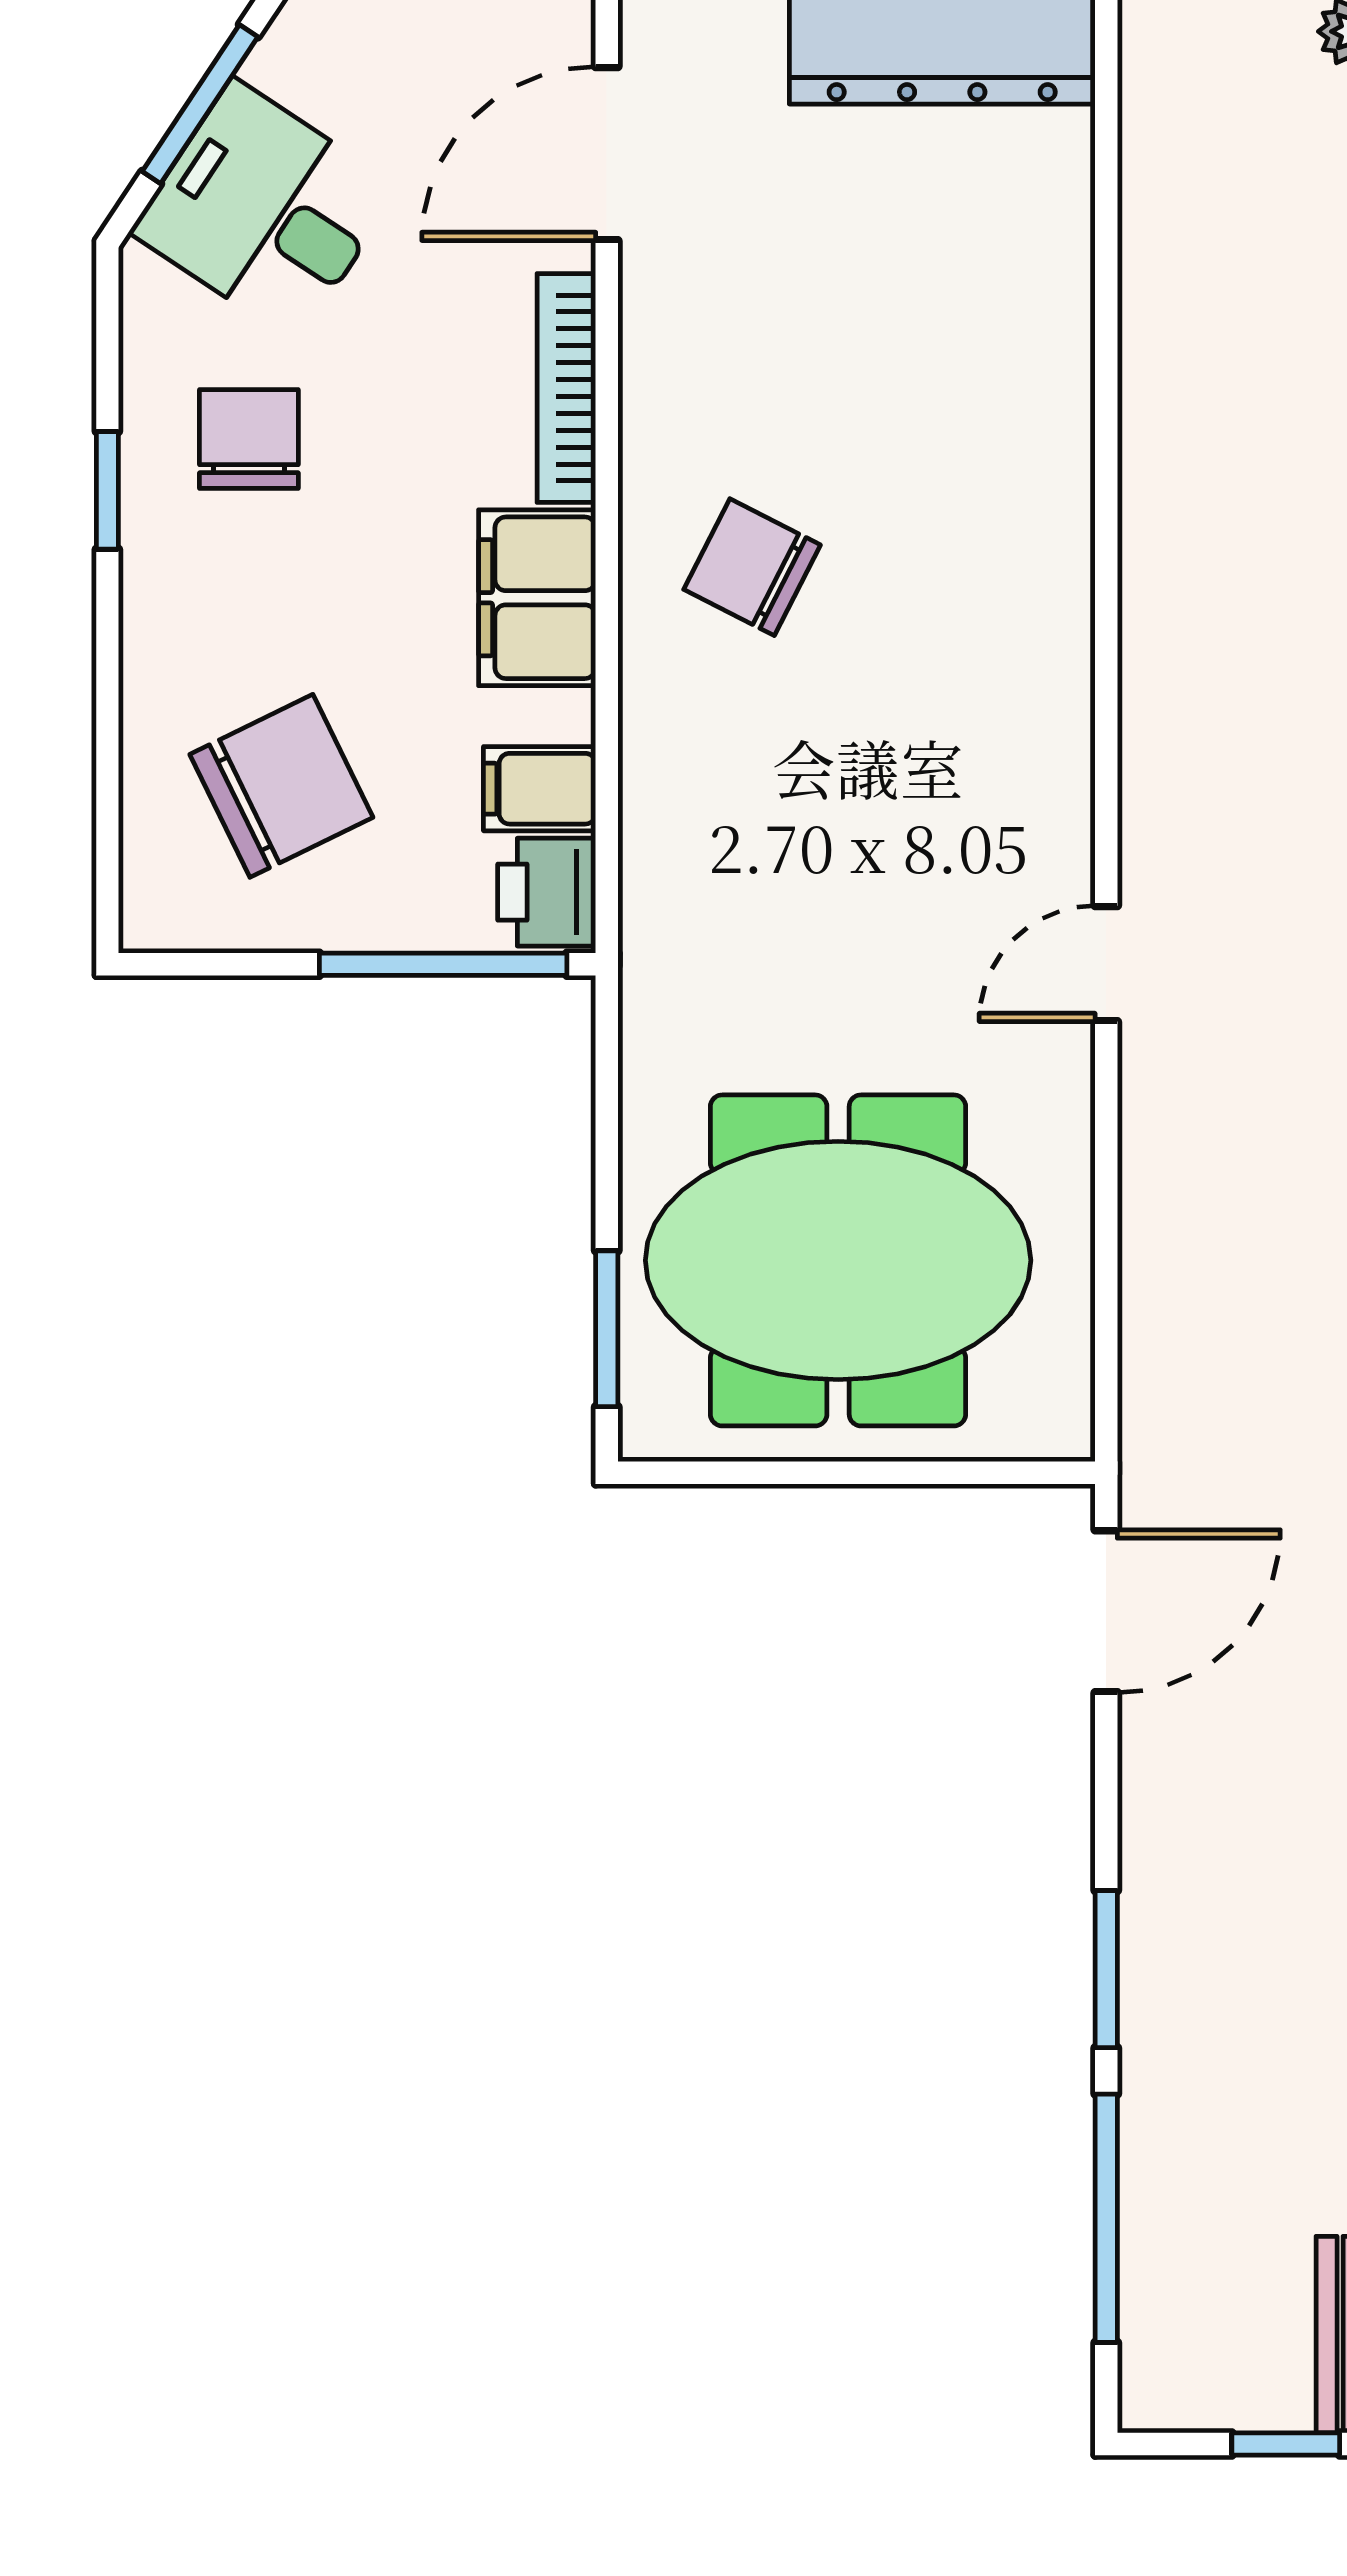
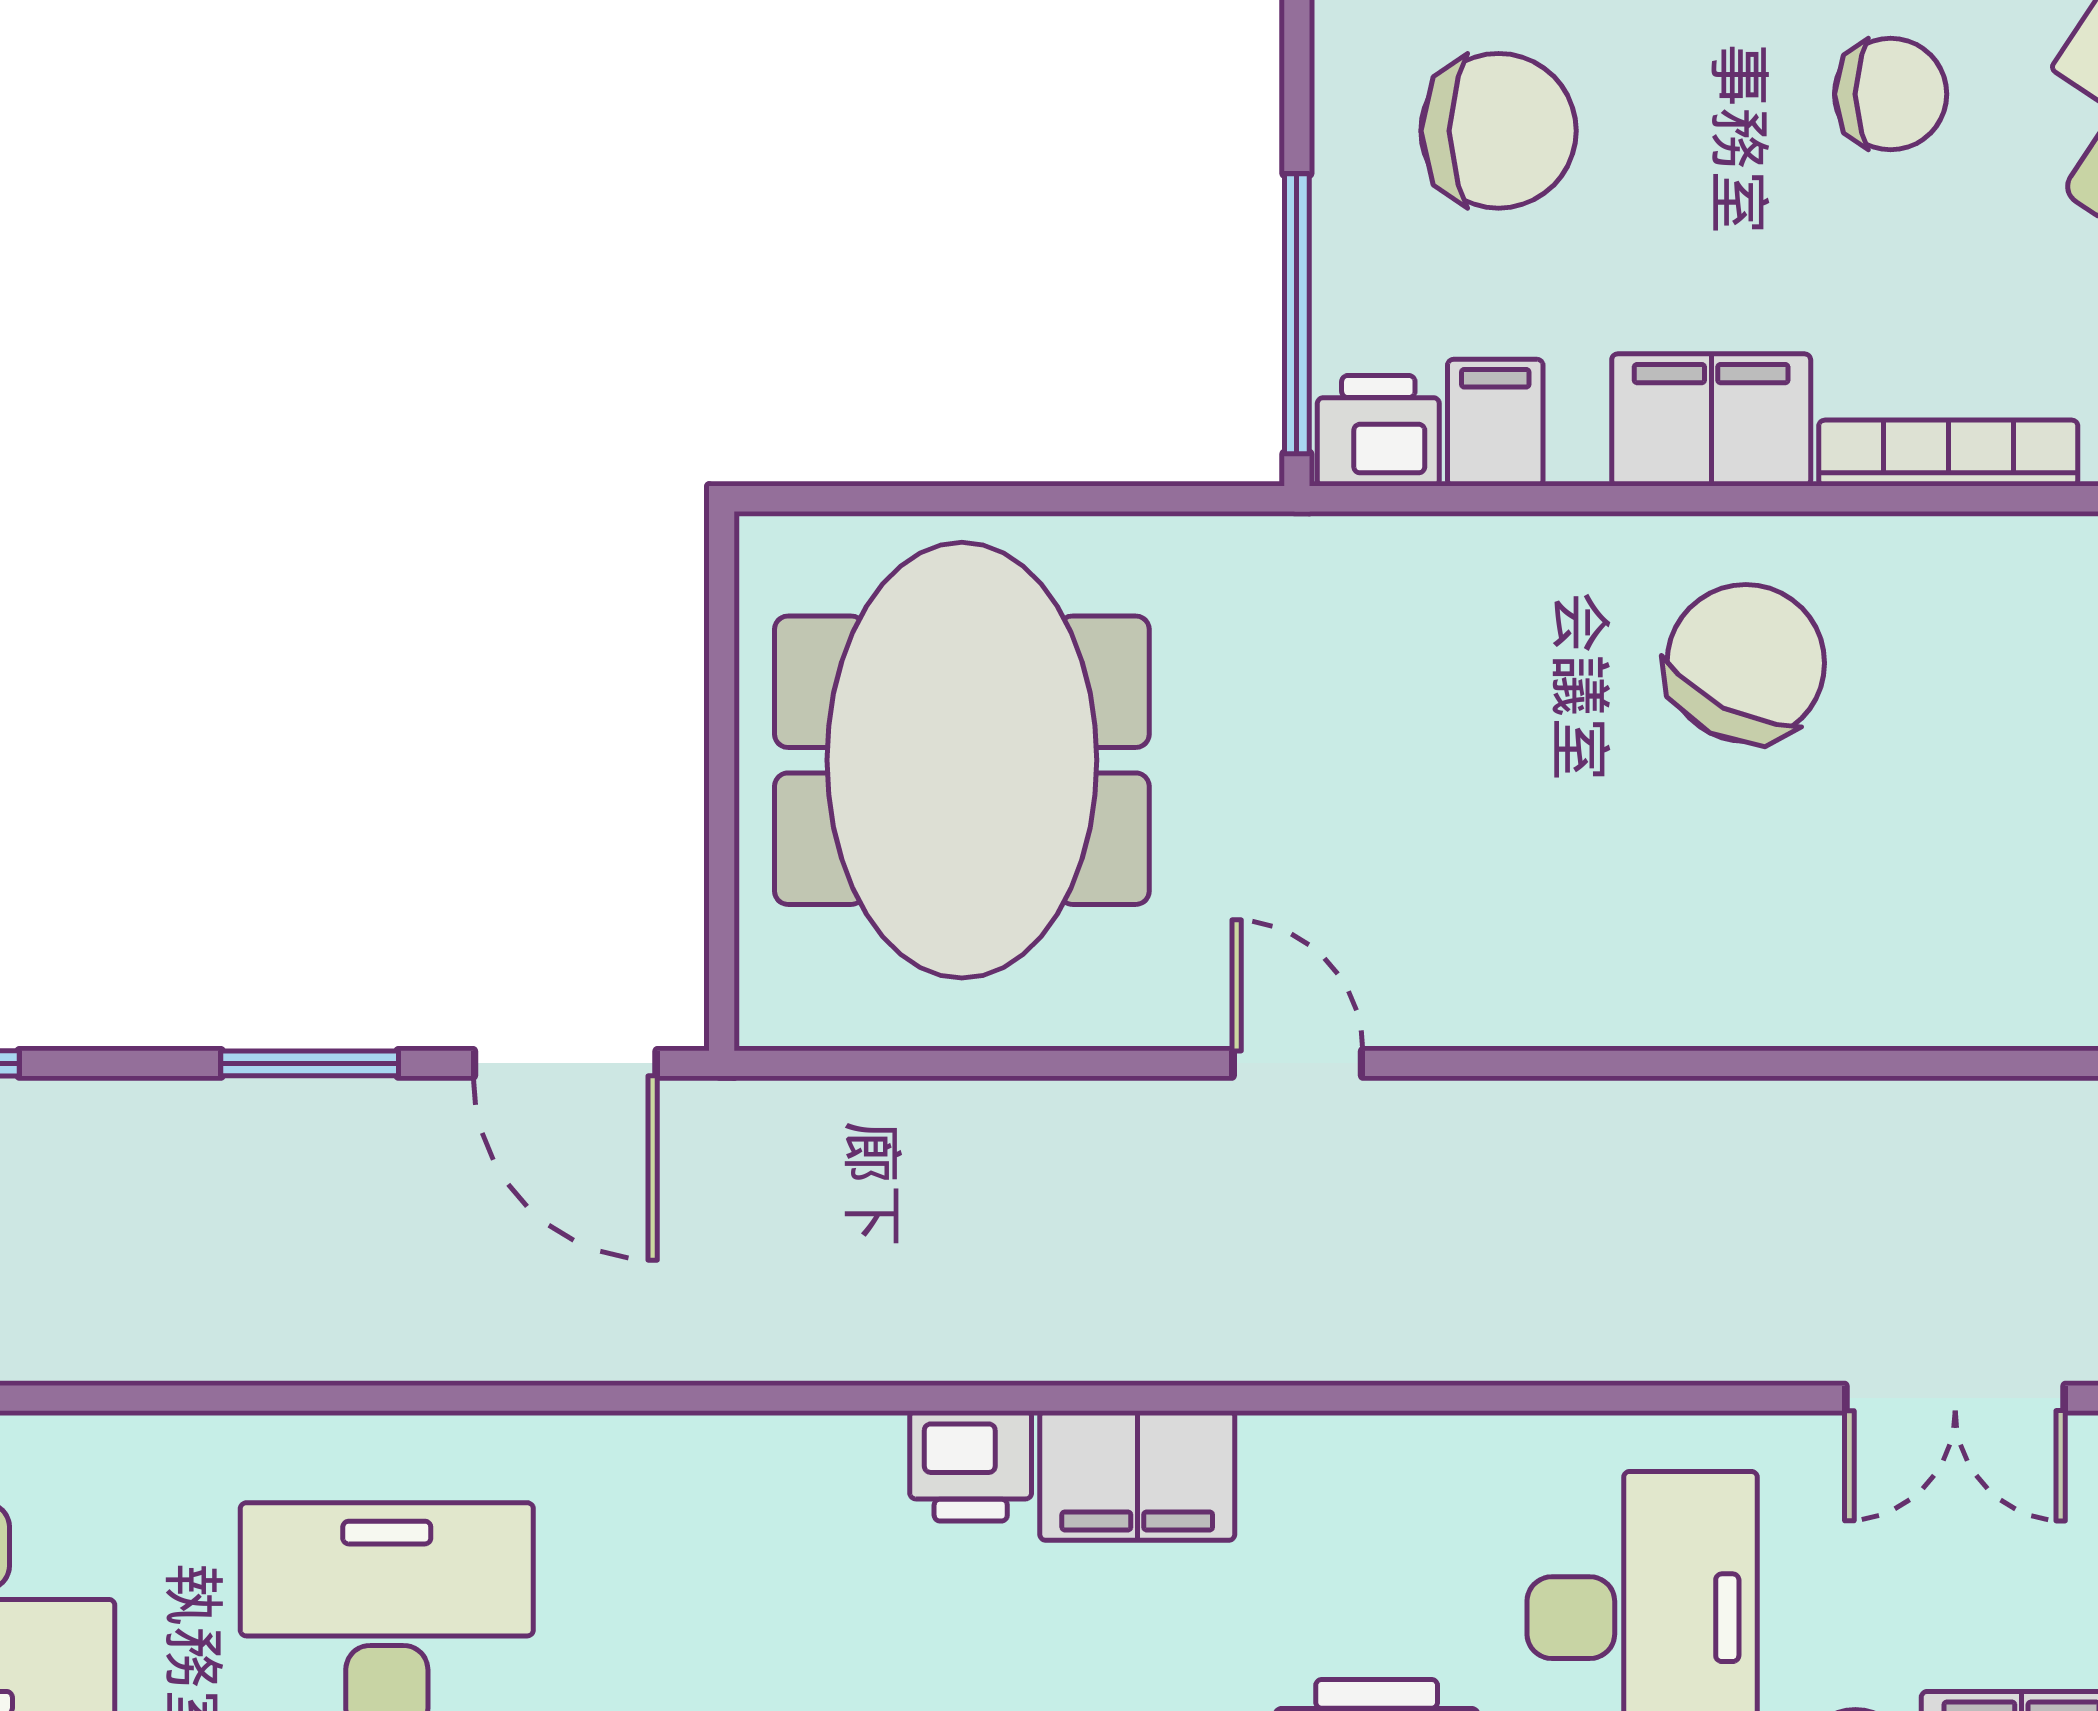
chair: (752, 567) -> (1746, 663), width x1.37, depth x1.37
chair: (281, 786) -> (1499, 131), turned -64
window: (607, 1329) -> (885, 499), removed
window: (1106, 1969) -> (310, 1063), moved

